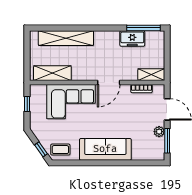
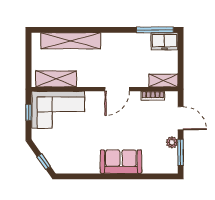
freezer: (132, 38) -> (164, 41), moved
corner sofa: (71, 102) -> (58, 110), moved
sofa: (105, 149) -> (121, 162), width x0.73
coffee table: (60, 150) -> (65, 162), removed

